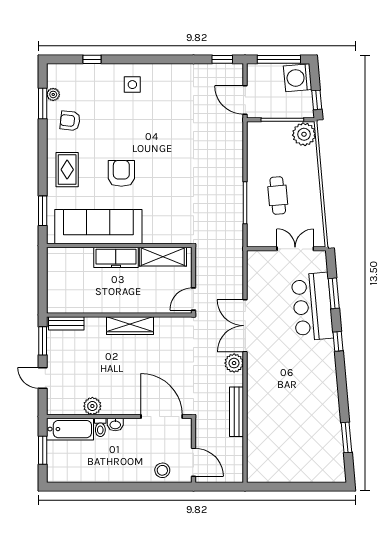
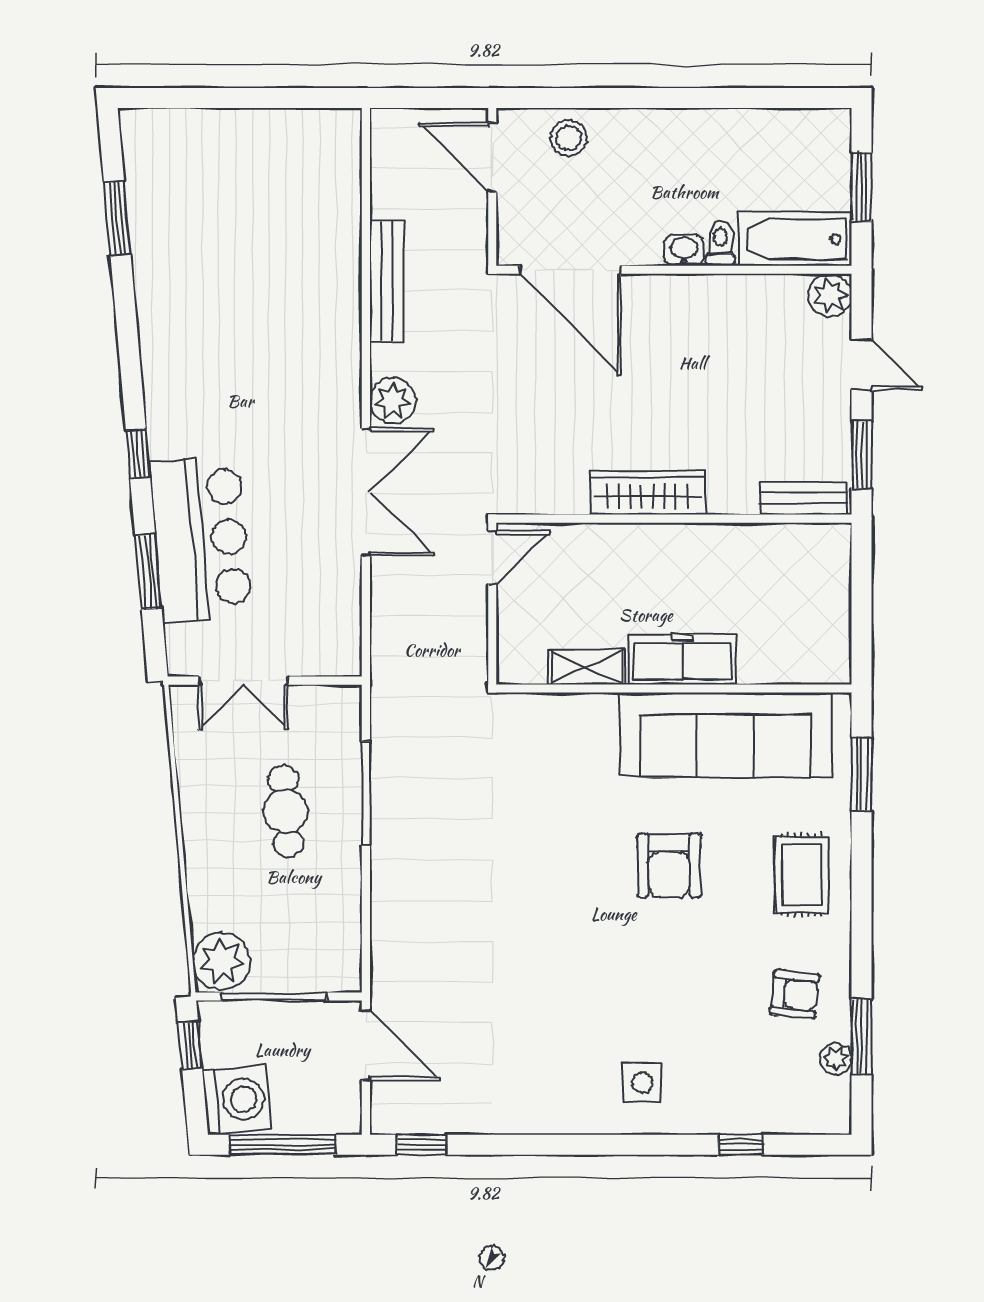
shelving: (163, 257) -> (586, 667), width x0.67, depth x0.75
plant: (92, 406) -> (830, 295), moved

